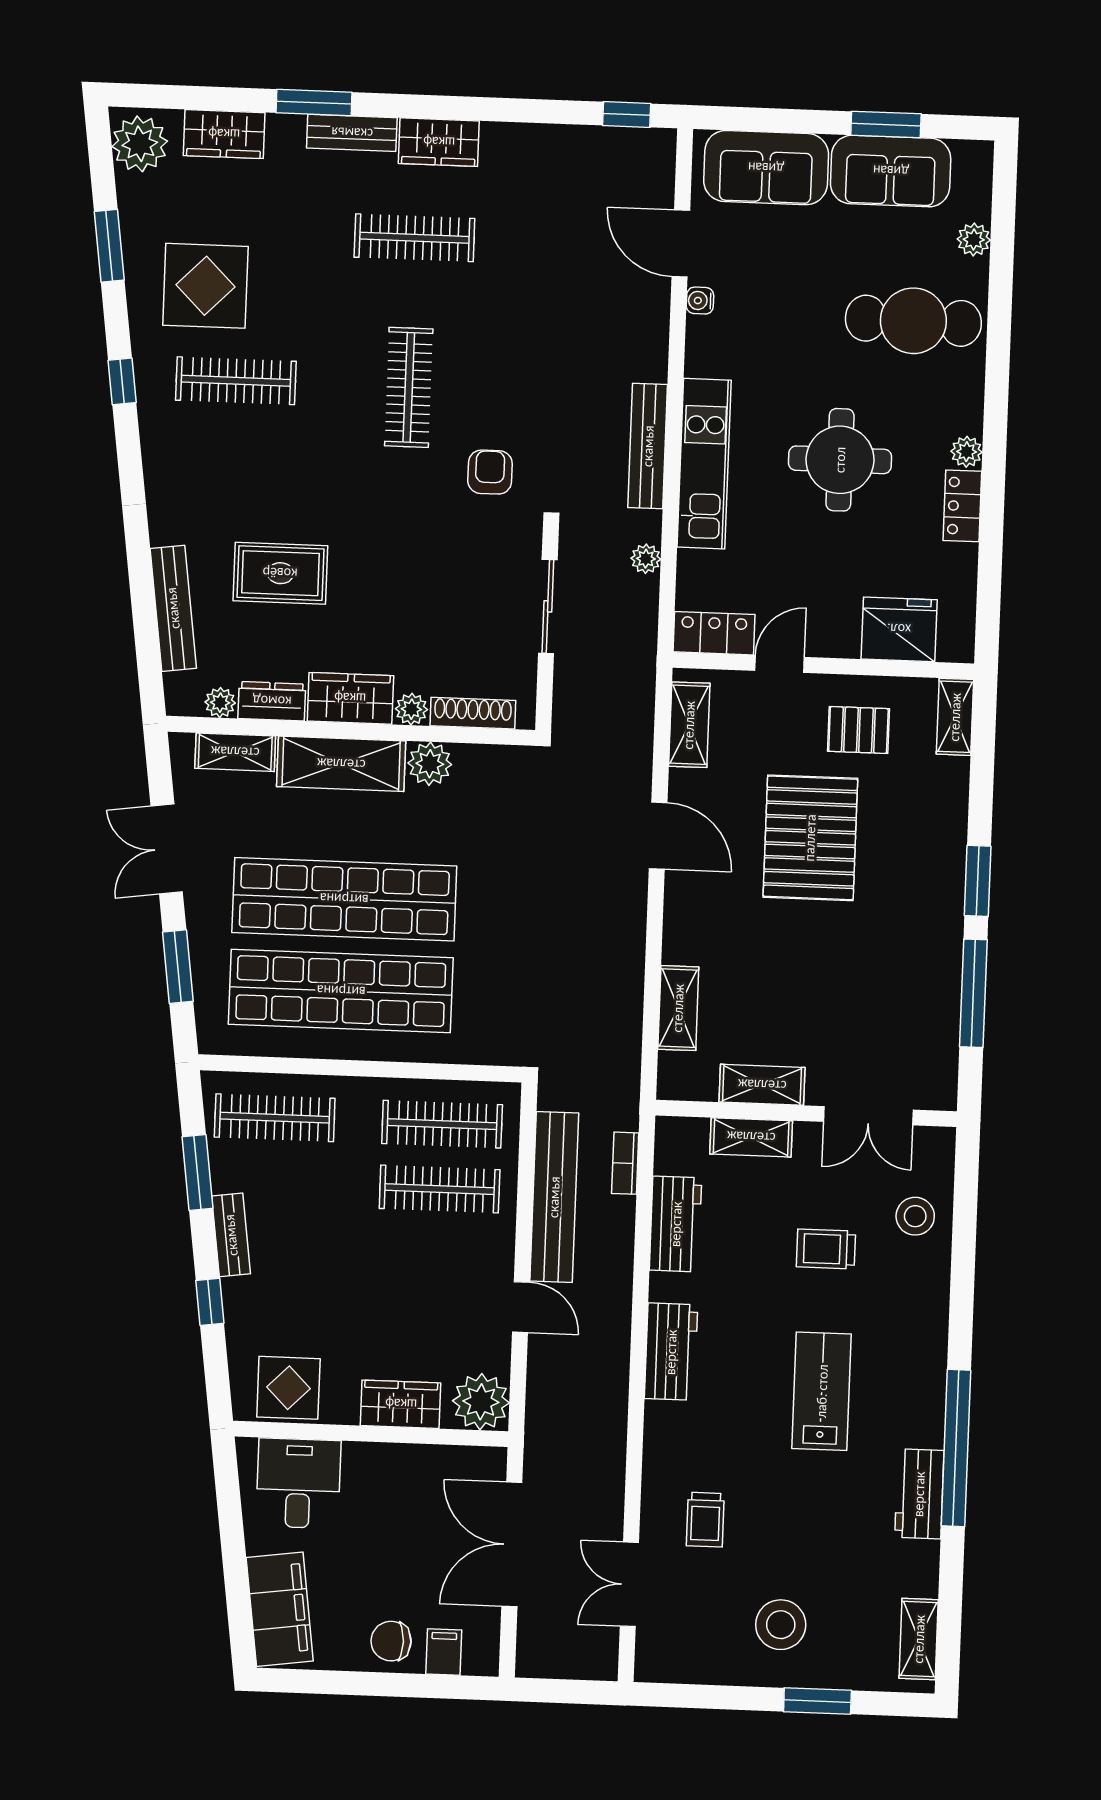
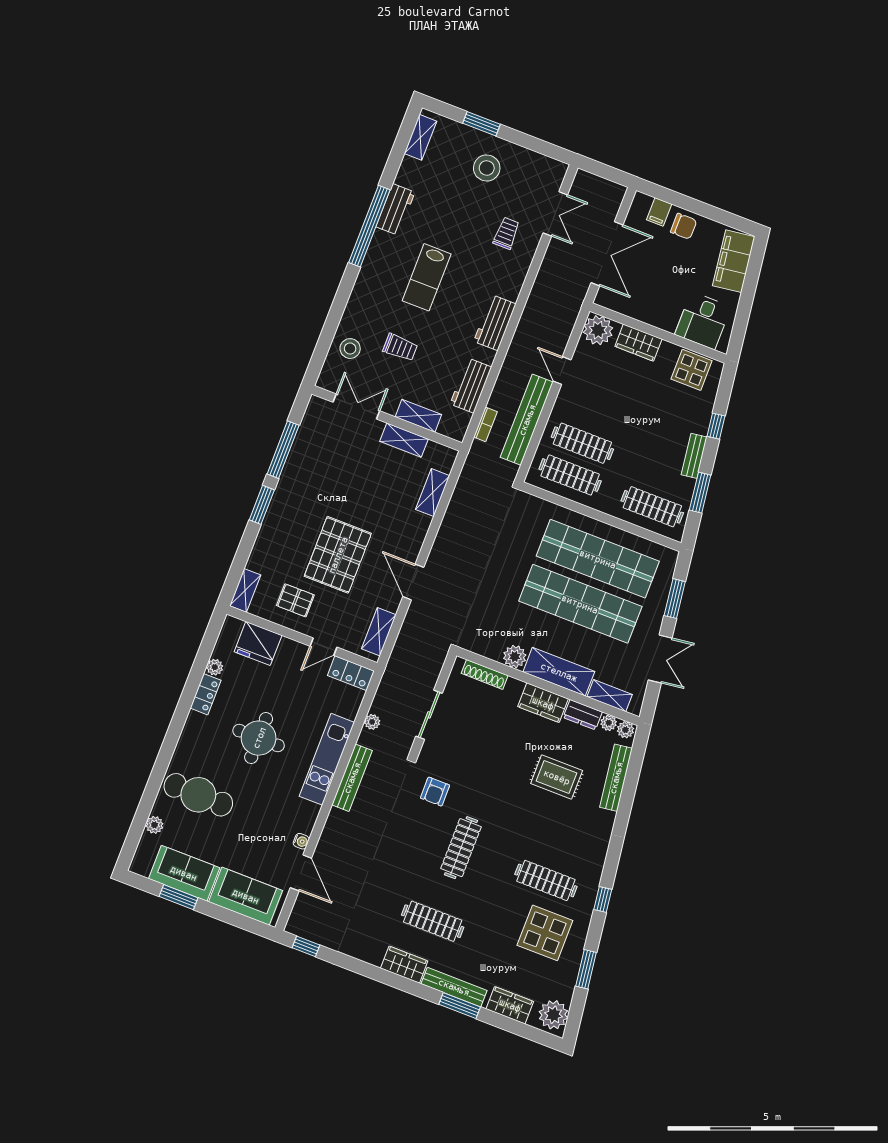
bench: (352, 133) -> (454, 987), width x1.36
plant: (967, 452) -> (215, 667), moved
plant: (411, 709) -> (625, 730), moved

